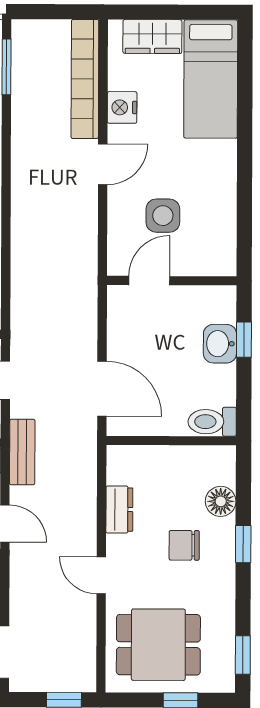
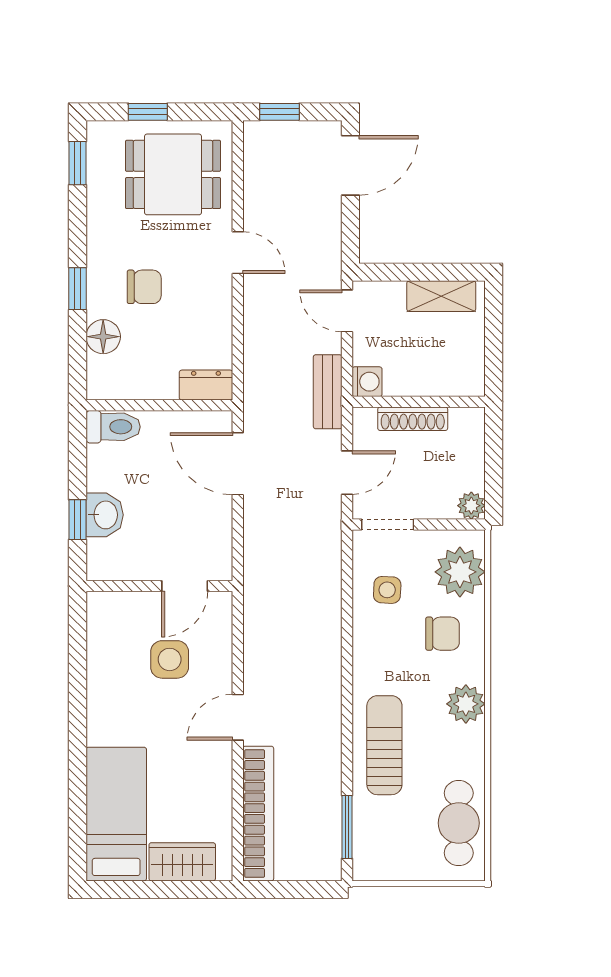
nightstand: (122, 107) -> (216, 782), removed
dresser: (119, 510) -> (206, 385), moved, turned 90

